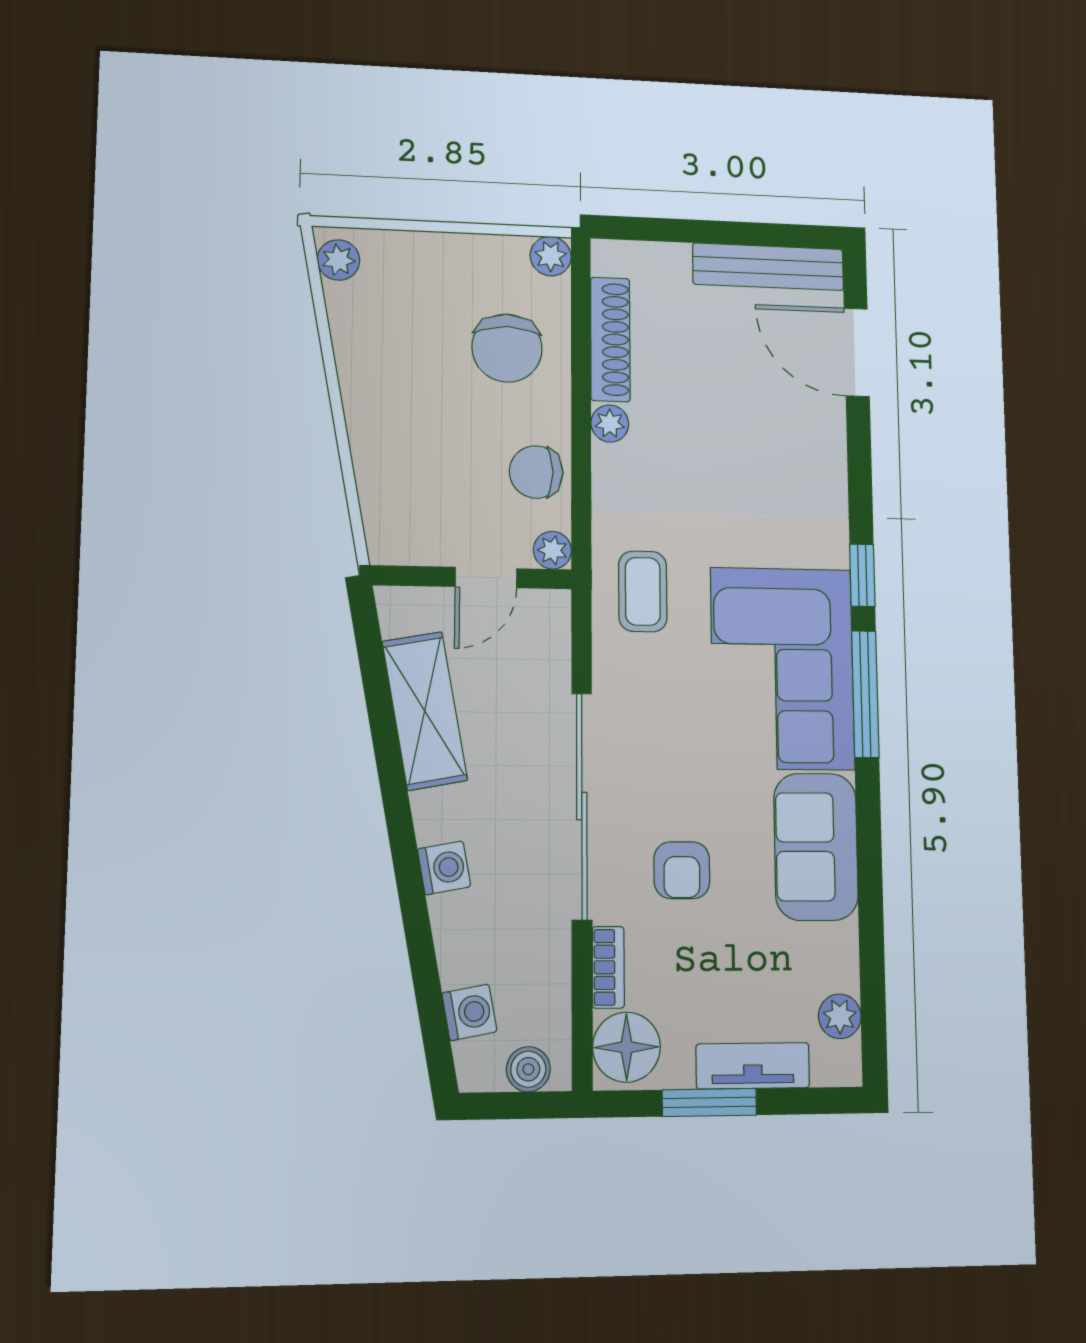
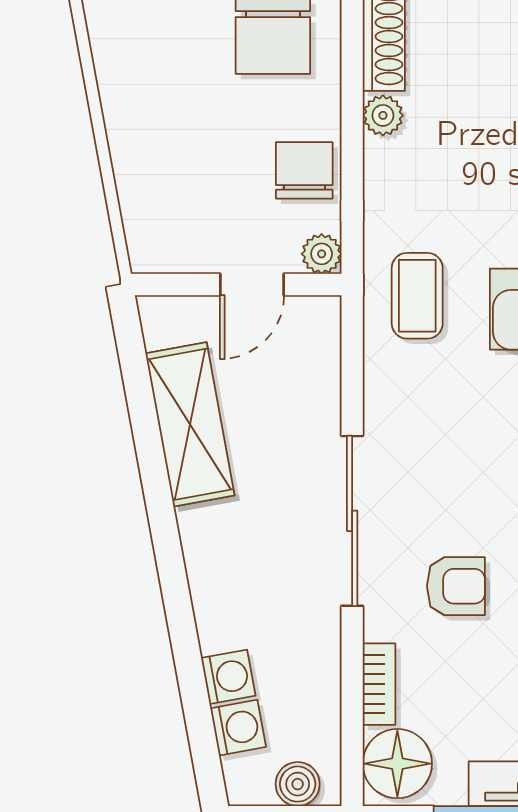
chair: (536, 472) -> (304, 170), turned 90
sliding door: (582, 806) -> (352, 521), width x0.73
washing machine: (444, 868) -> (228, 677), moved
armchair: (682, 870) -> (456, 586), turned -90

